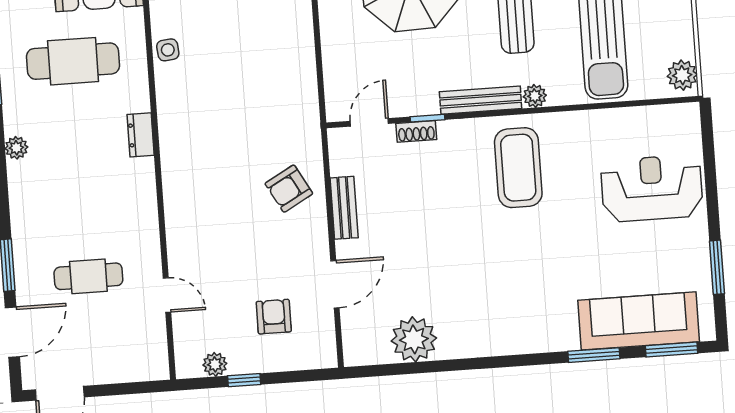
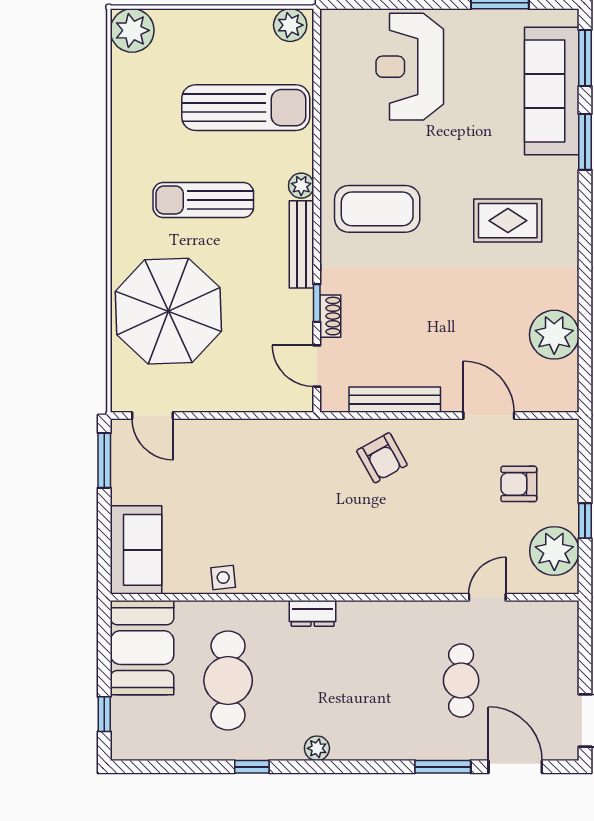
bench: (344, 208) -> (395, 400), width x1.36
rug: (516, 289) -> (508, 221), added
plant: (215, 364) -> (554, 551), width x1.88, depth x1.88

